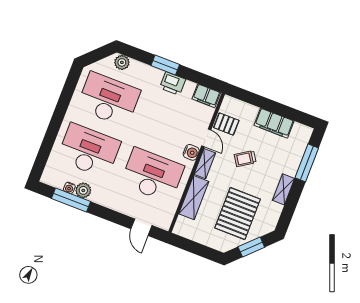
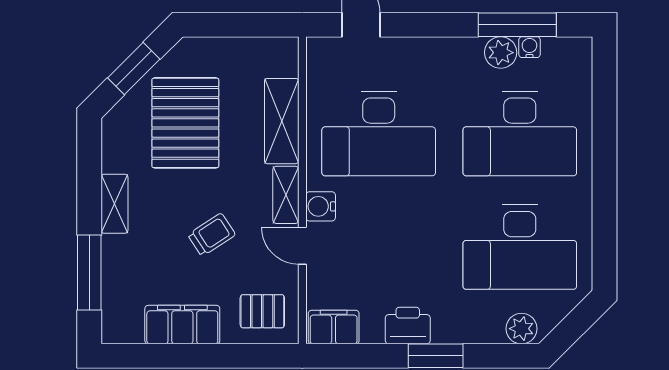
pallet: (226, 124) -> (262, 311), moved

